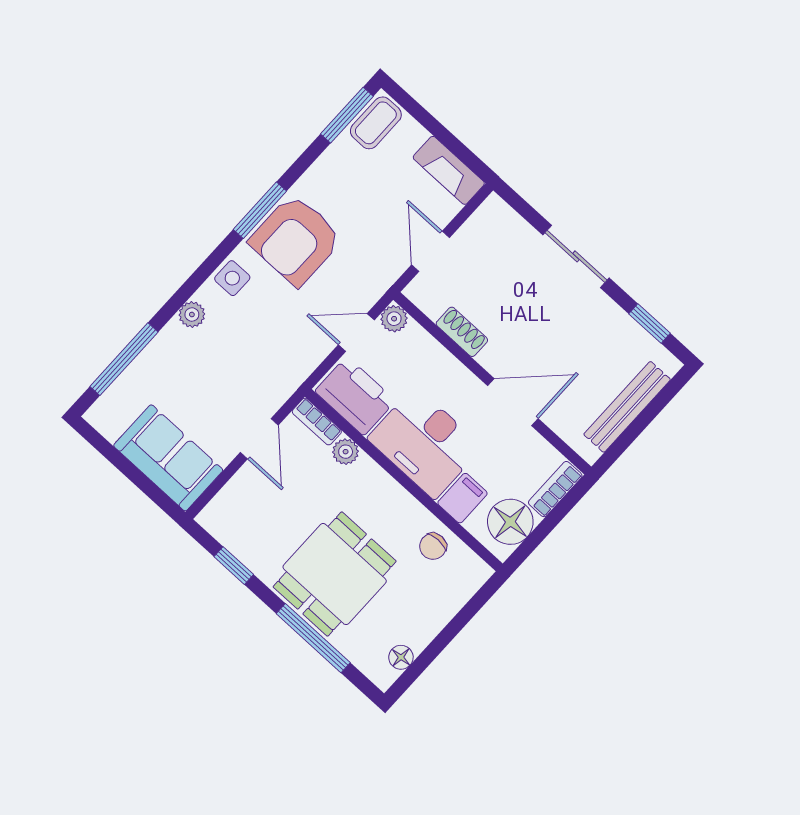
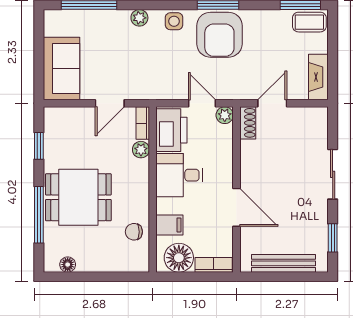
armchair: (296, 240) -> (219, 35), turned -90
shoe rack: (462, 332) -> (248, 123), moved
desk: (425, 443) -> (179, 175), width x0.73

